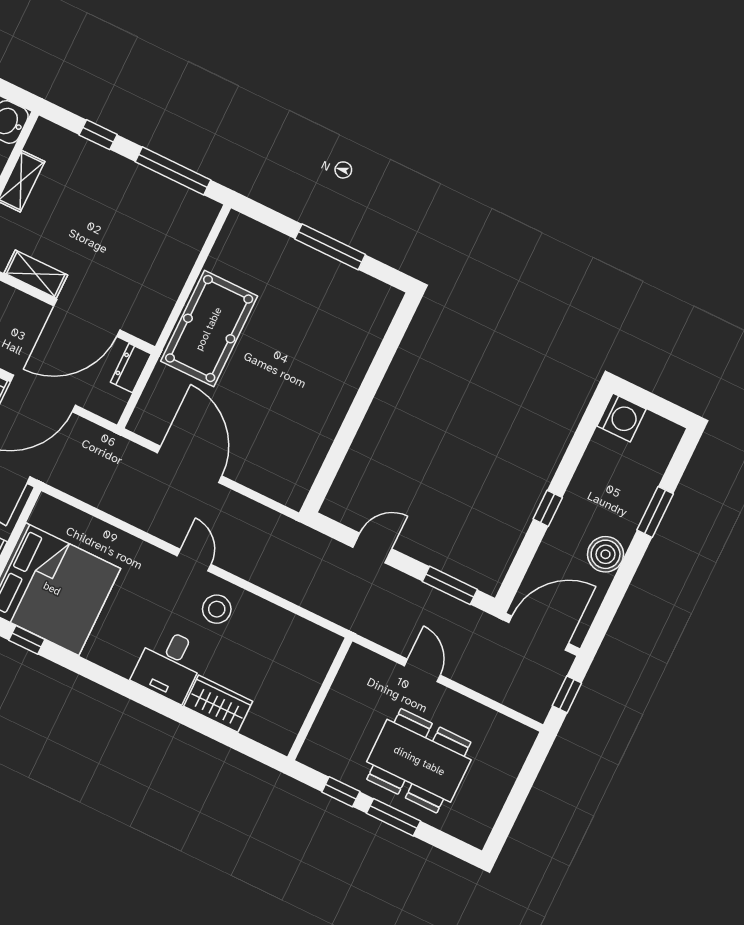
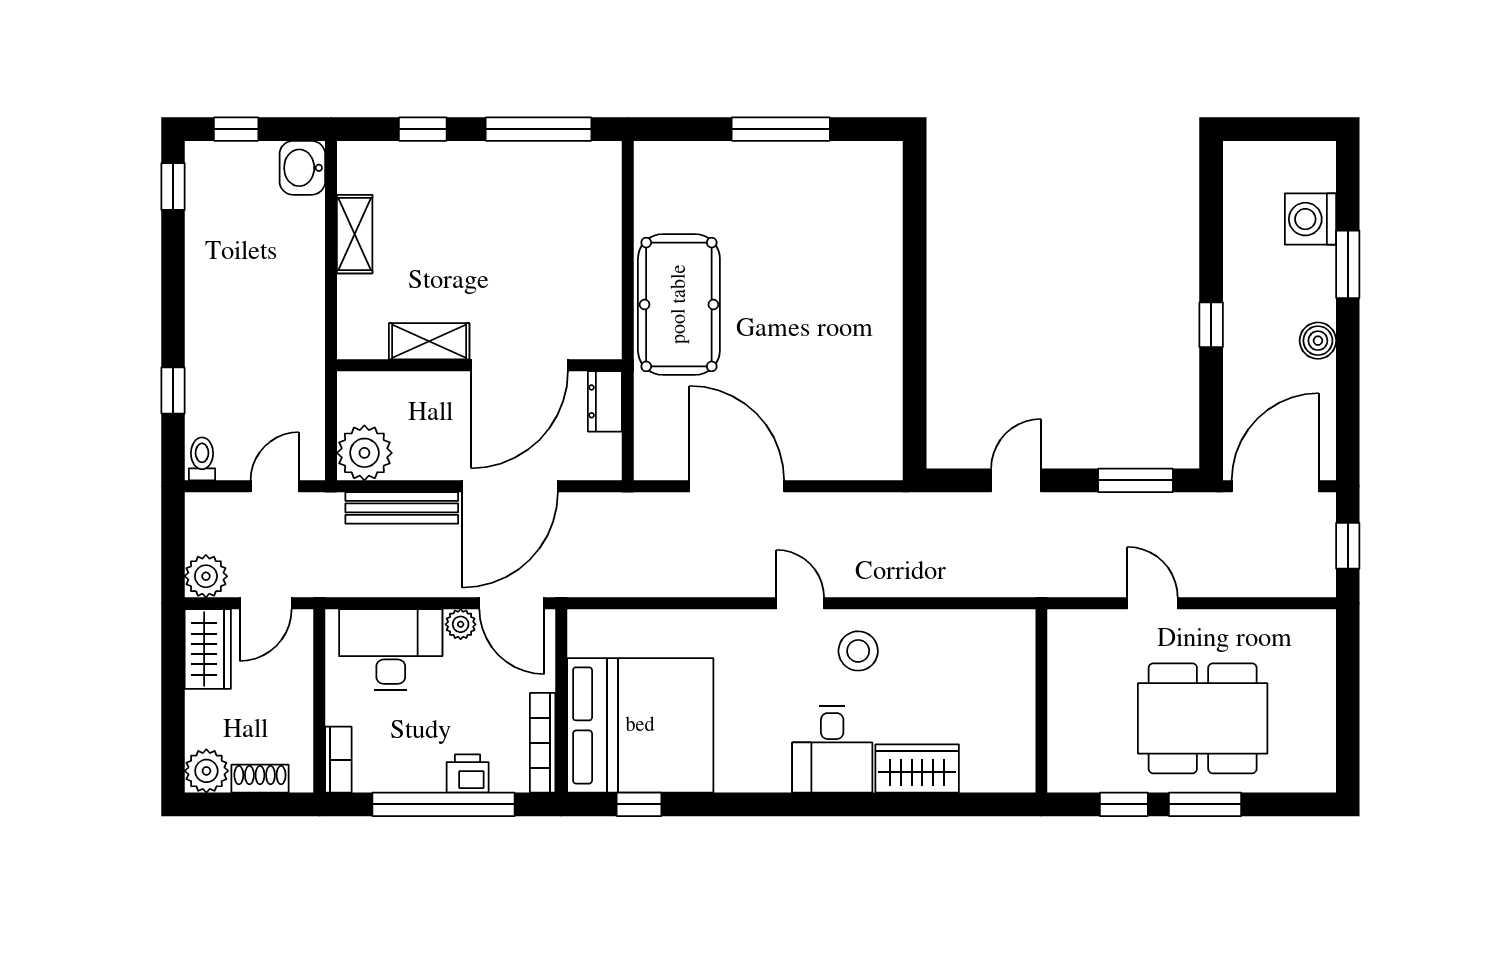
washing machine: (621, 417) -> (1310, 219), moved, turned 180
boiler: (606, 554) -> (1318, 341), width x0.73, depth x0.73

